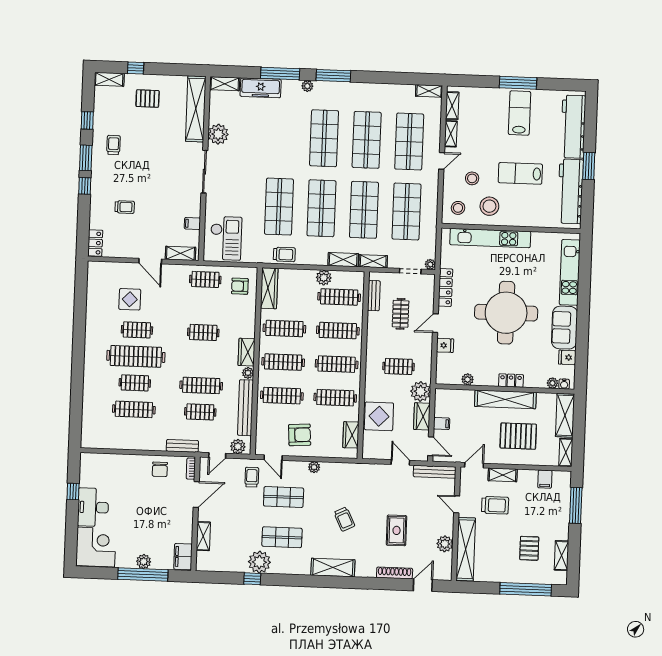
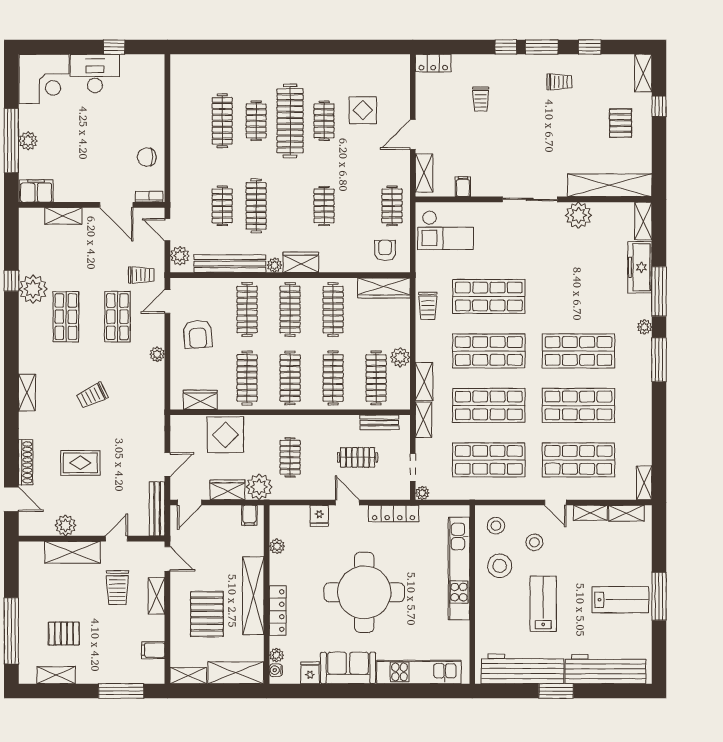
locker: (511, 381) -> (278, 611), width x1.53
filing cabinet: (442, 424) -> (249, 515), moved
bench: (182, 446) -> (178, 185), removed
shelving: (466, 549) -> (72, 552), width x0.68
shelving: (333, 567) -> (27, 393), width x0.67, depth x0.75

